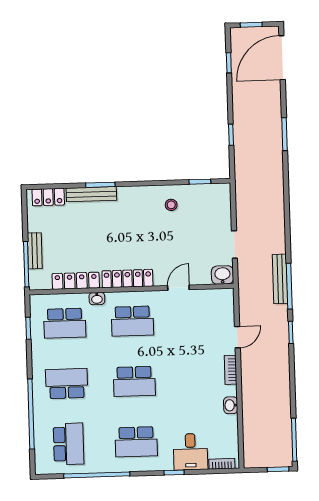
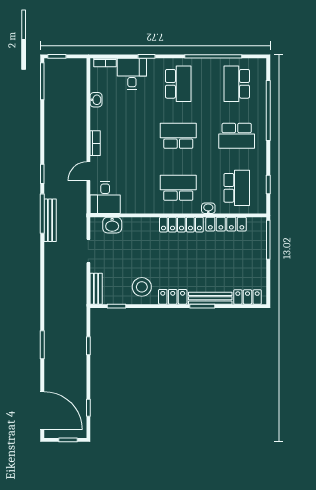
door: (282, 58) -> (42, 411), hinge flipped
locker: (135, 195) -> (173, 297), added
stool: (171, 205) -> (142, 287), width x1.89, depth x1.89
bench: (35, 251) -> (96, 289), moved
washbasin: (222, 275) -> (112, 225), moved
door: (178, 288) -> (138, 215), removed
desk: (217, 307) -> (105, 197), added
school desk: (65, 323) -> (237, 188), turned 90
washbasin: (231, 405) -> (96, 100), moved
school desk: (136, 442) -> (178, 84), turned 90

